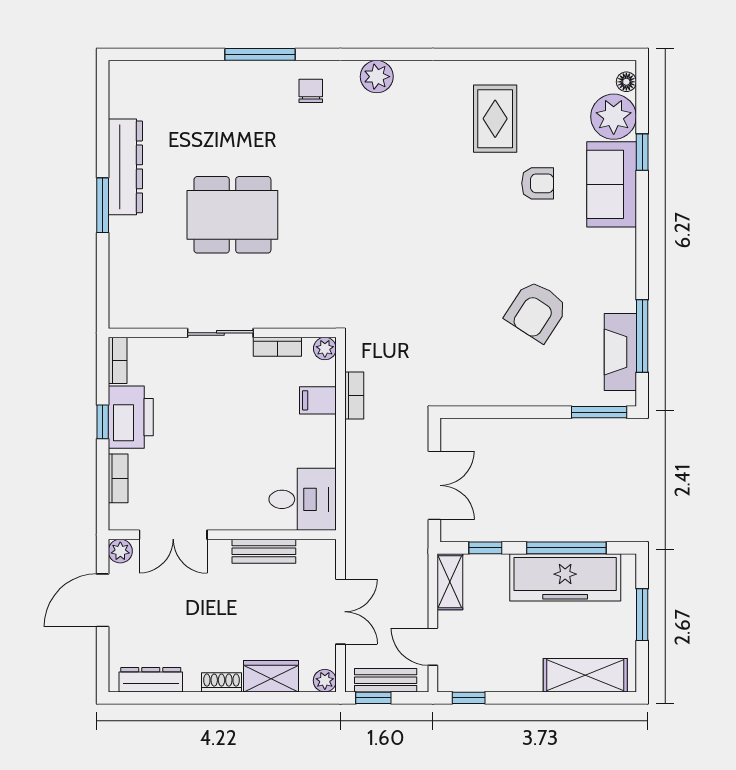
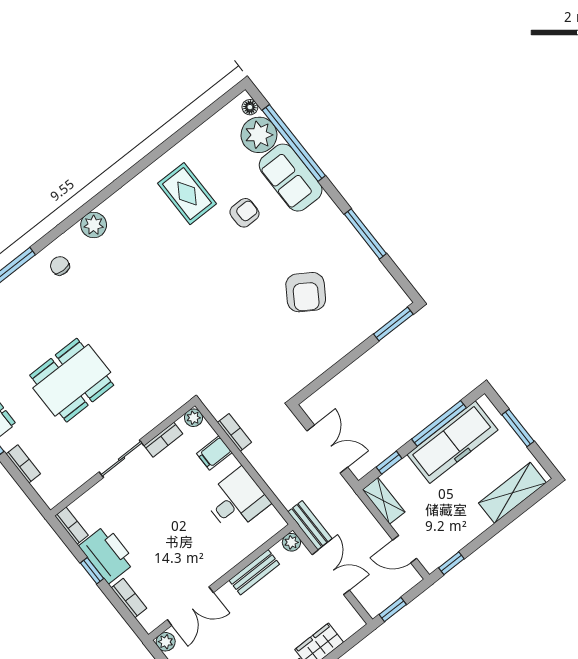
window: (642, 152) -> (294, 143), width x3.17
bookcase: (118, 260) -> (23, 464), added
window: (642, 336) -> (365, 234), moved
fireplace: (620, 352) -> (377, 277), removed
desk: (303, 499) -> (236, 500), moved
bench: (386, 680) -> (310, 525), moved, turned 90
plant: (325, 681) -> (291, 542), moved

